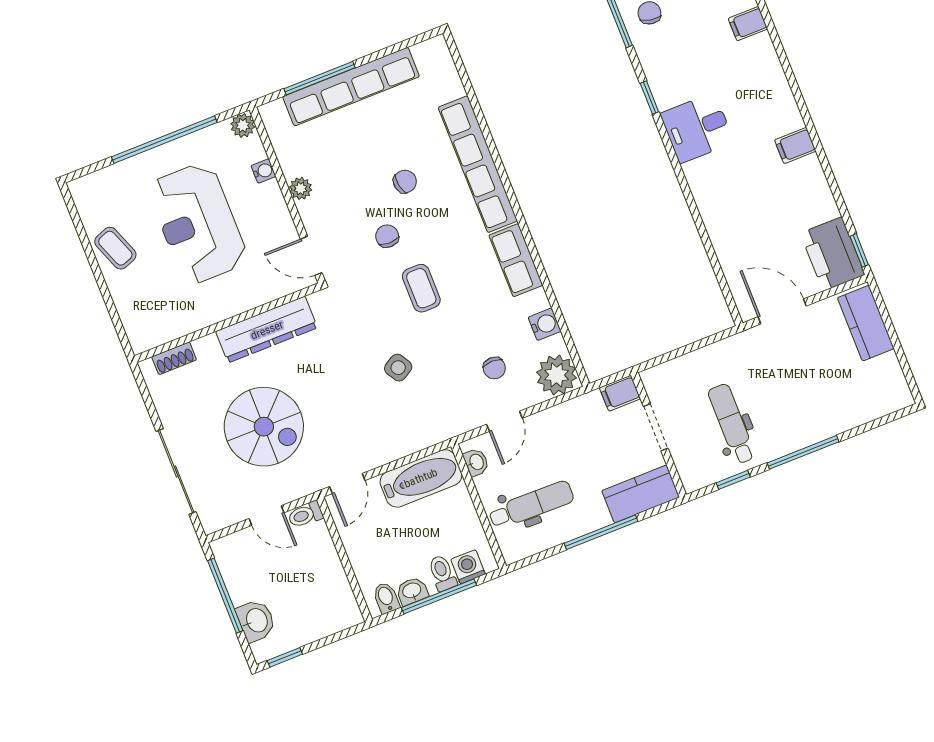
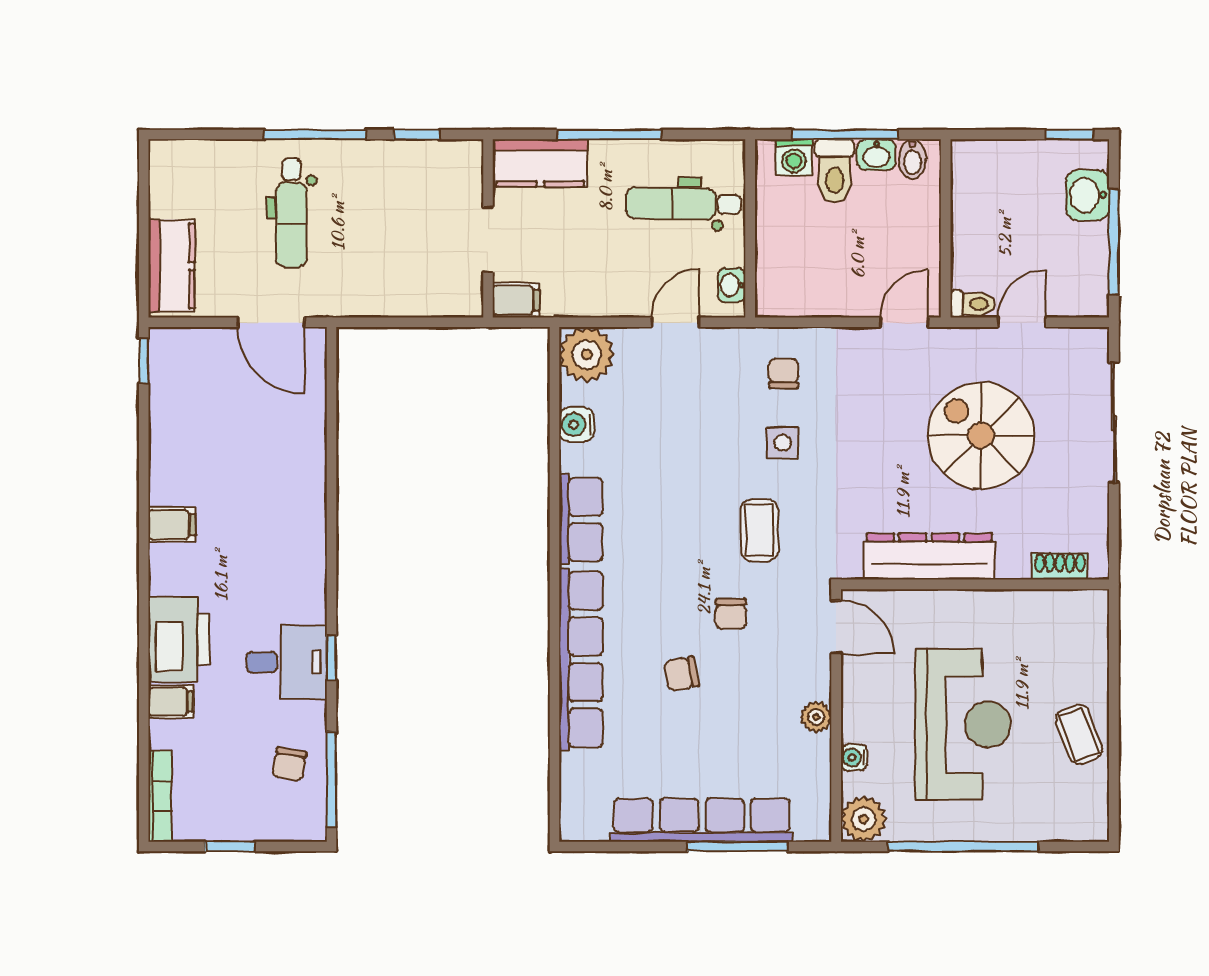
plant: (243, 125) -> (864, 819), width x1.38, depth x1.38
desk: (697, 128) -> (287, 662), moved
printer: (833, 254) -> (179, 639), moved
coffee table: (421, 288) -> (759, 530), moved
side table: (398, 368) -> (782, 443), turned 31
chair: (494, 368) -> (784, 373), moved
dental chair: (732, 424) -> (291, 213), moved
bathtub: (421, 478) -> (809, 292), removed
door: (267, 516) -> (1022, 322), hinge flipped
toilet: (442, 573) -> (835, 171), width x1.37, depth x1.39

